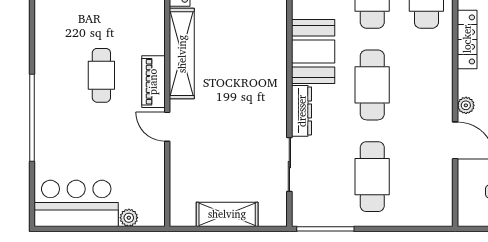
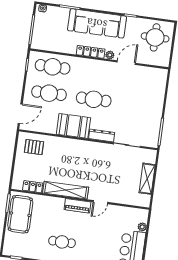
locker: (467, 39) -> (91, 52), moved
cafe table: (101, 75) -> (62, 242), moved
cafe table: (372, 177) -> (138, 105), removed

